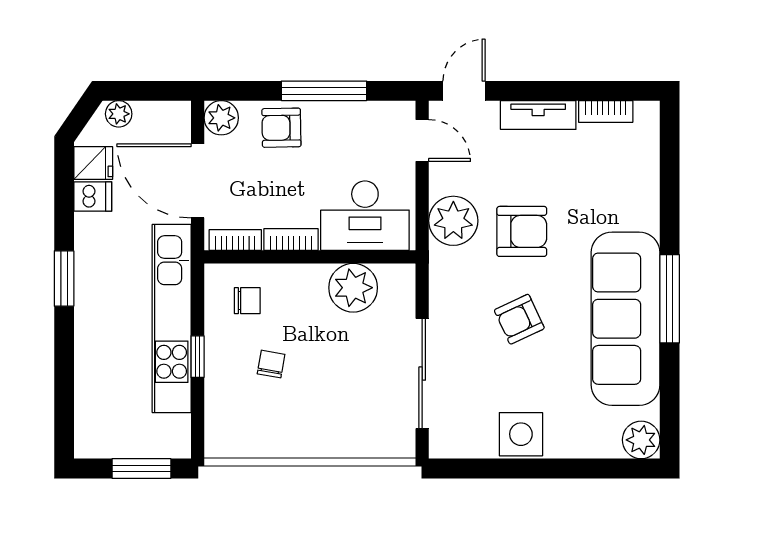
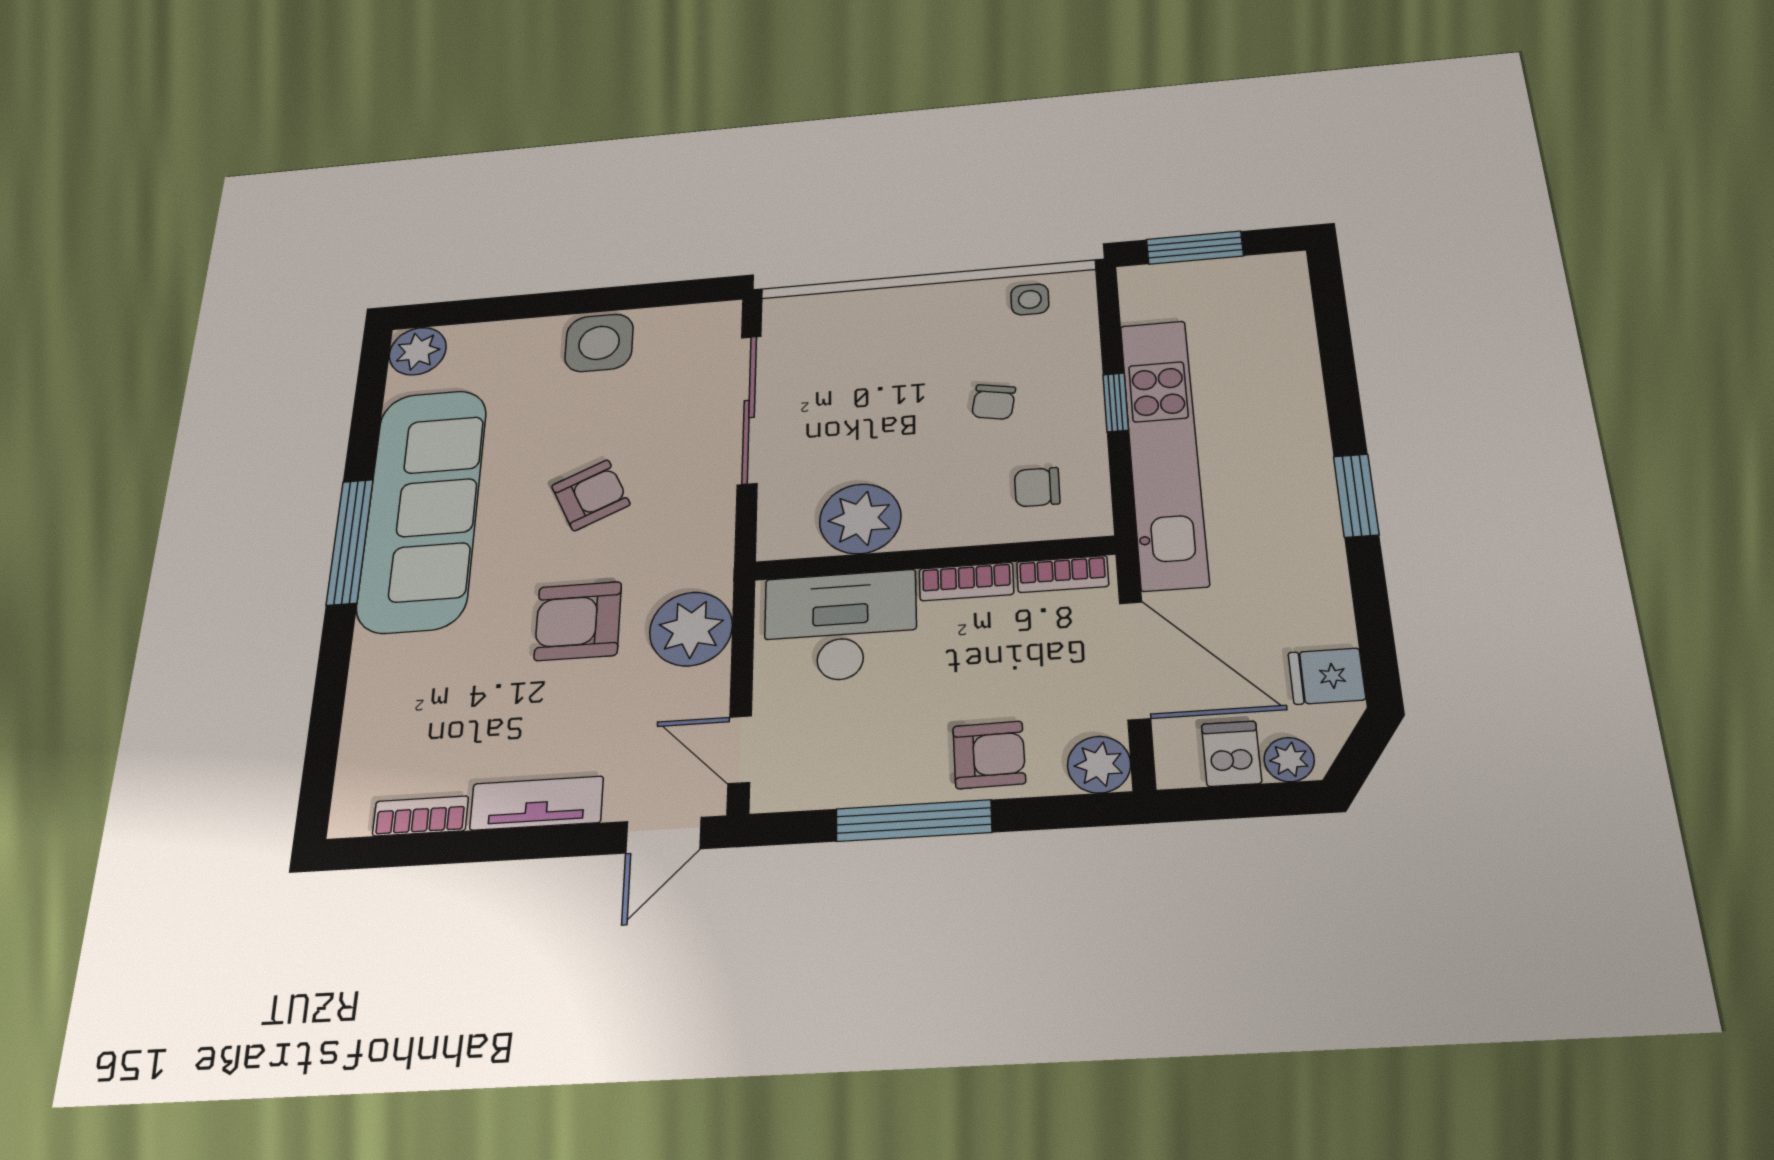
dishwasher: (93, 197) -> (1231, 754), moved, turned 90
side table: (246, 439) -> (1030, 299), added

